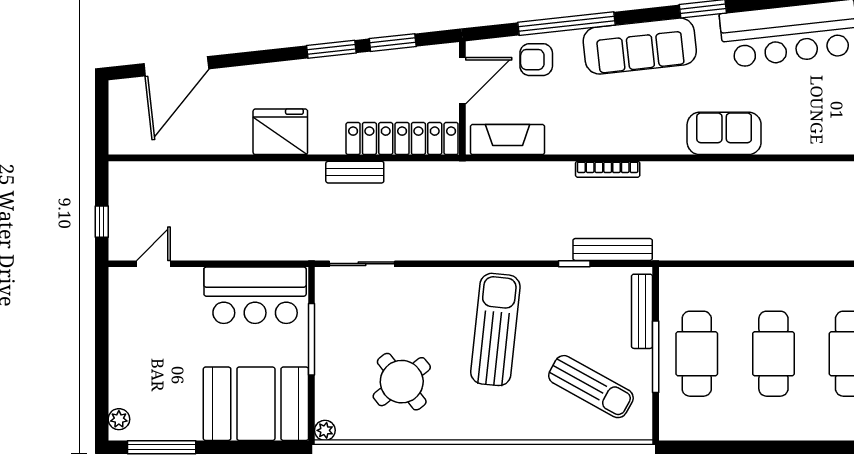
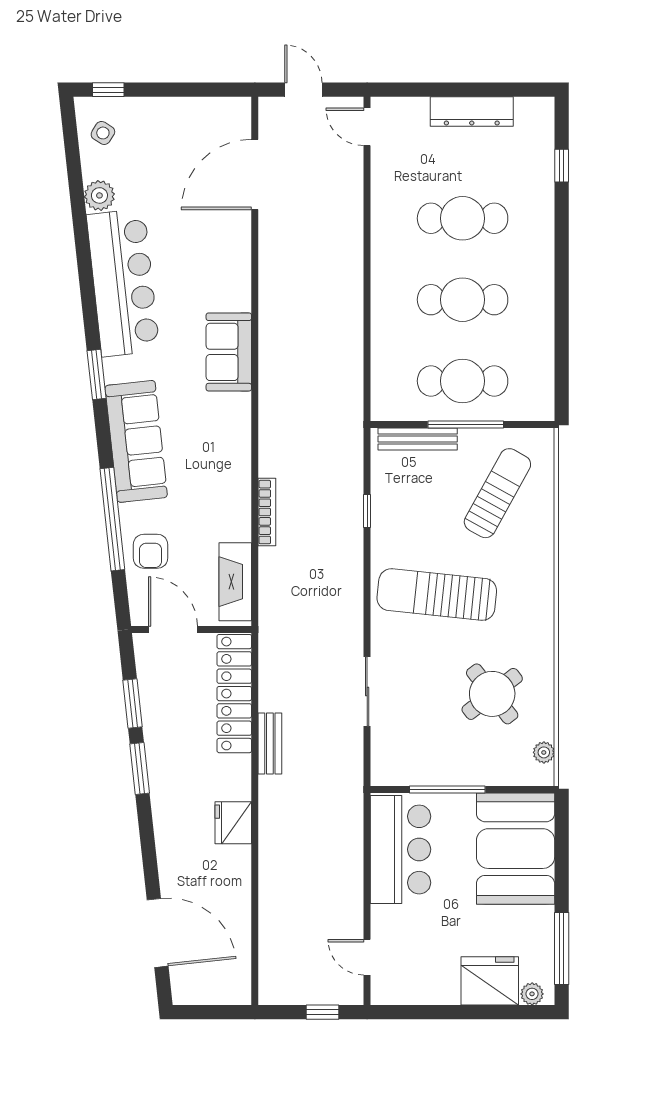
fridge: (280, 132) -> (233, 823), width x0.73, depth x0.75
bookcase: (608, 169) -> (267, 512), moved
bench: (613, 249) -> (352, 470), removed
sliding door: (362, 264) -> (367, 691), moved
fridge: (131, 379) -> (490, 981), added
plant: (325, 430) -> (544, 752), moved

